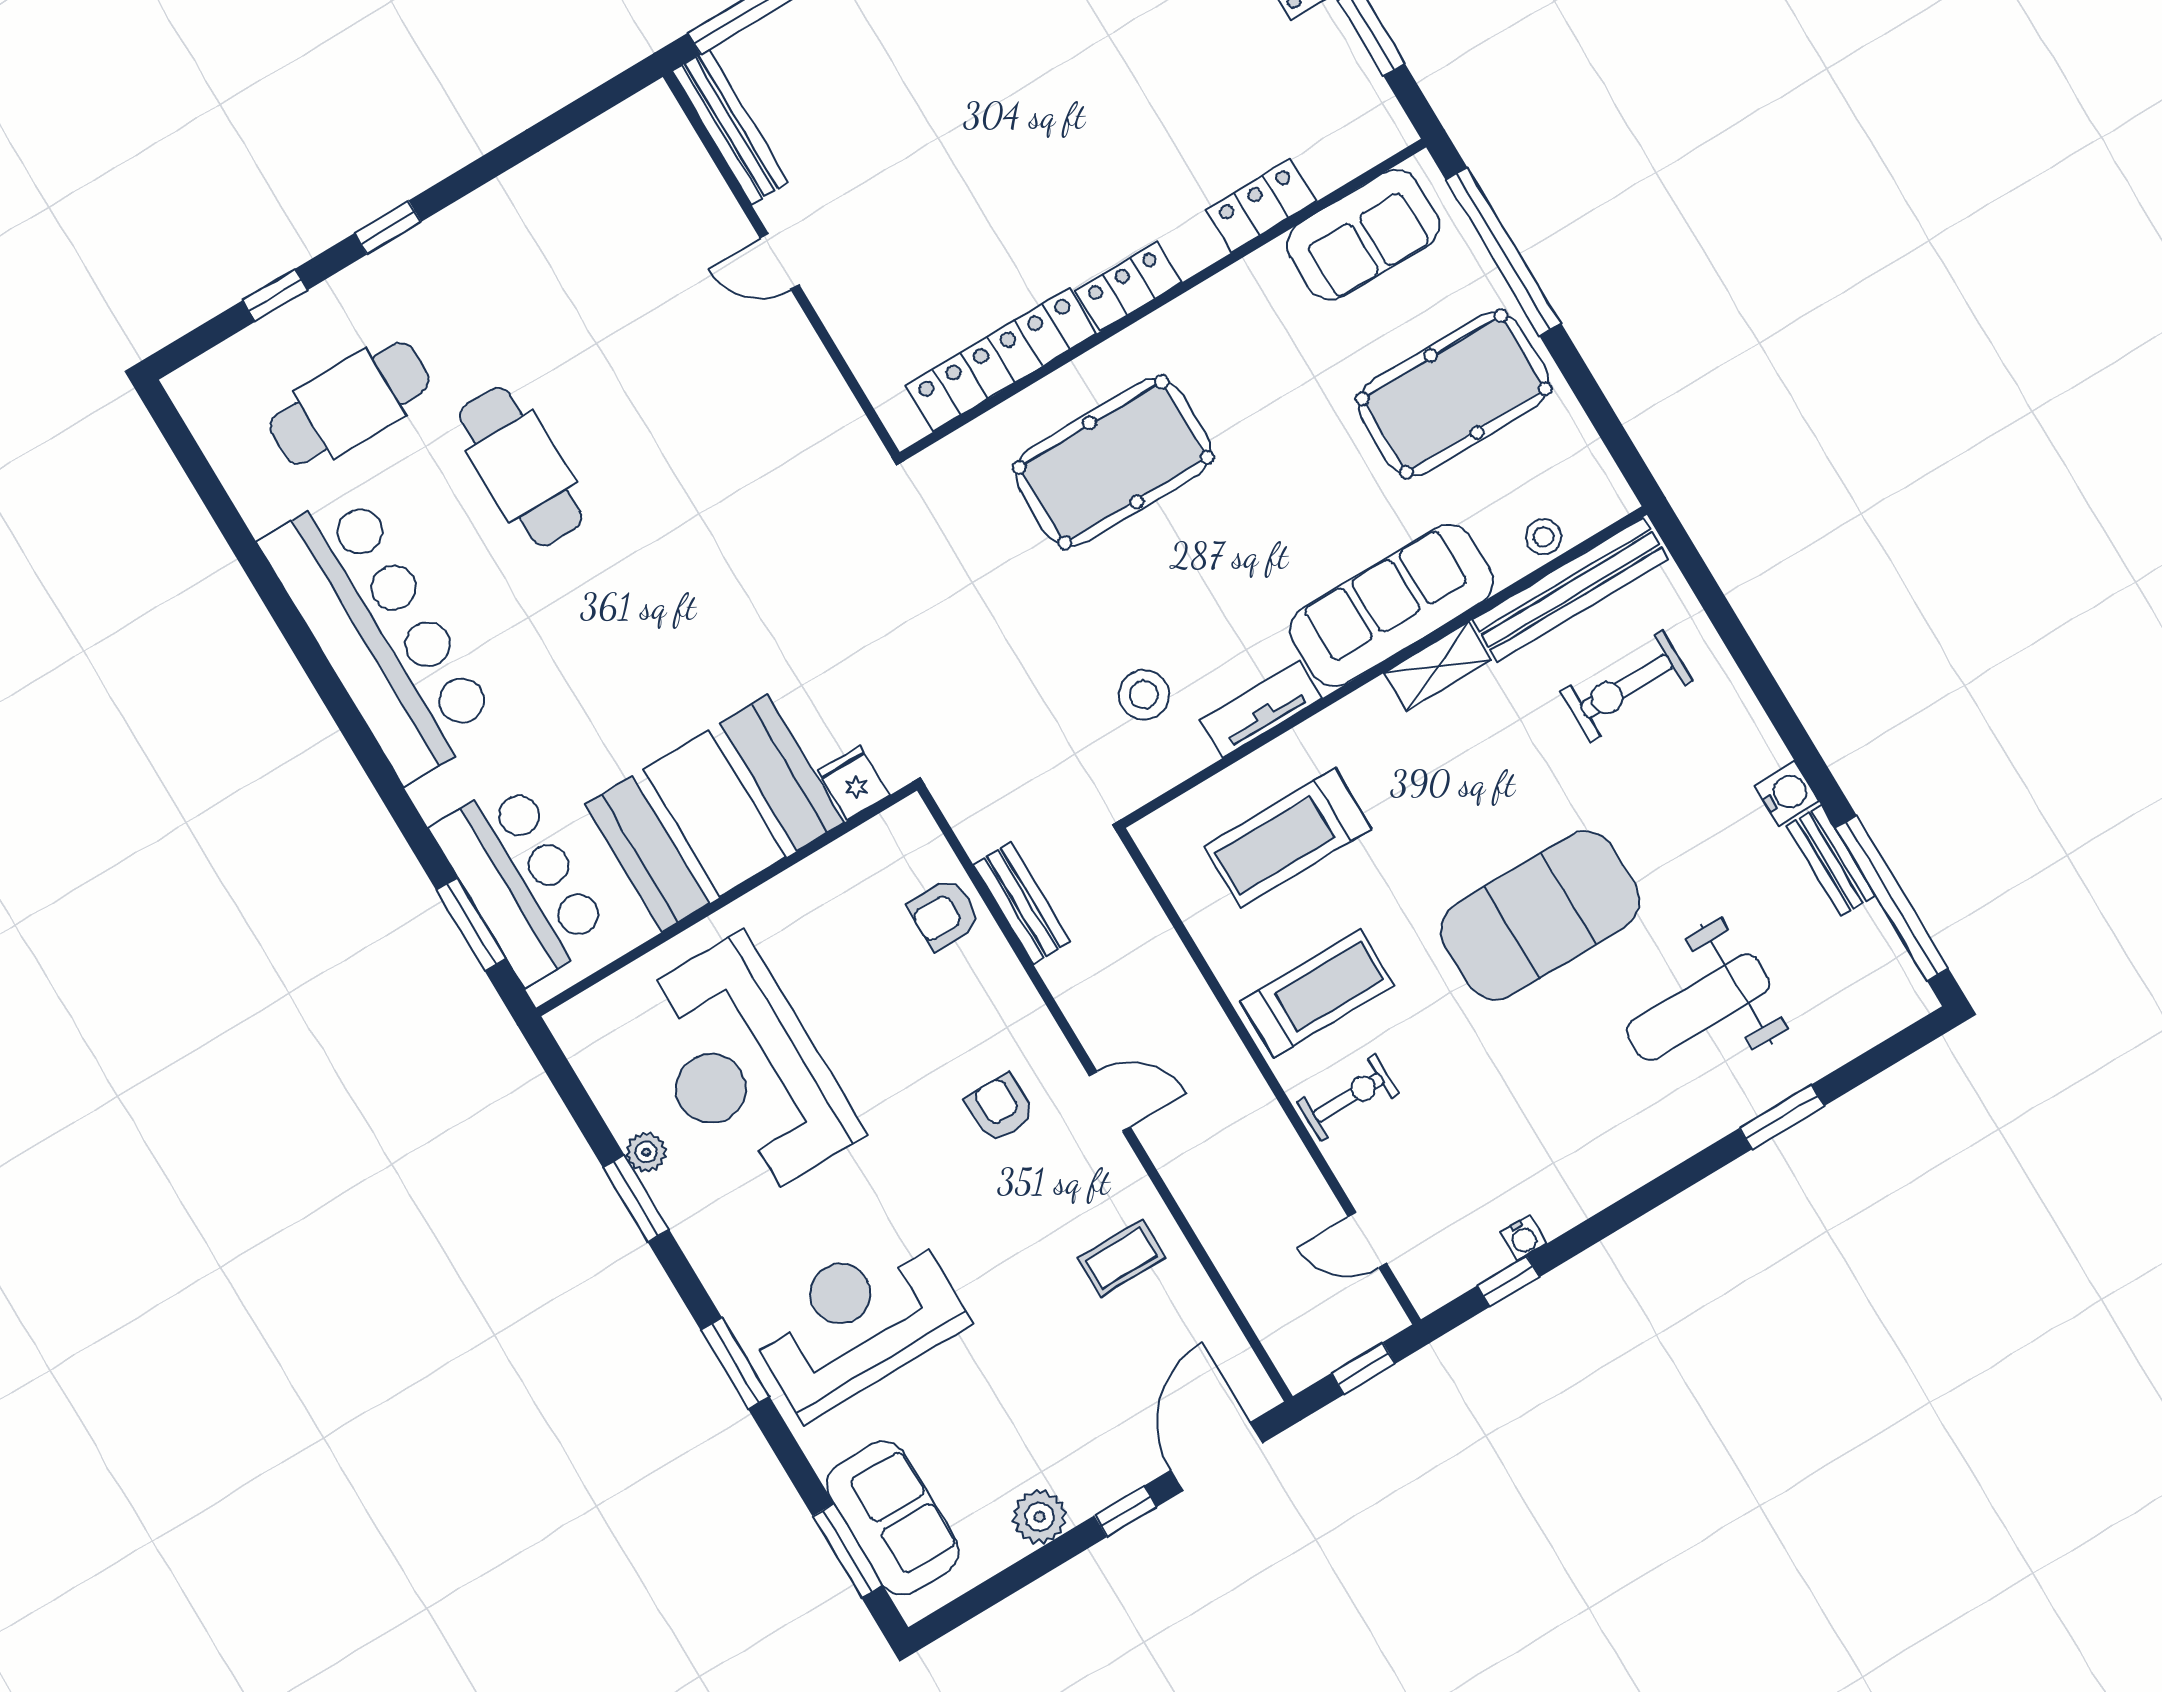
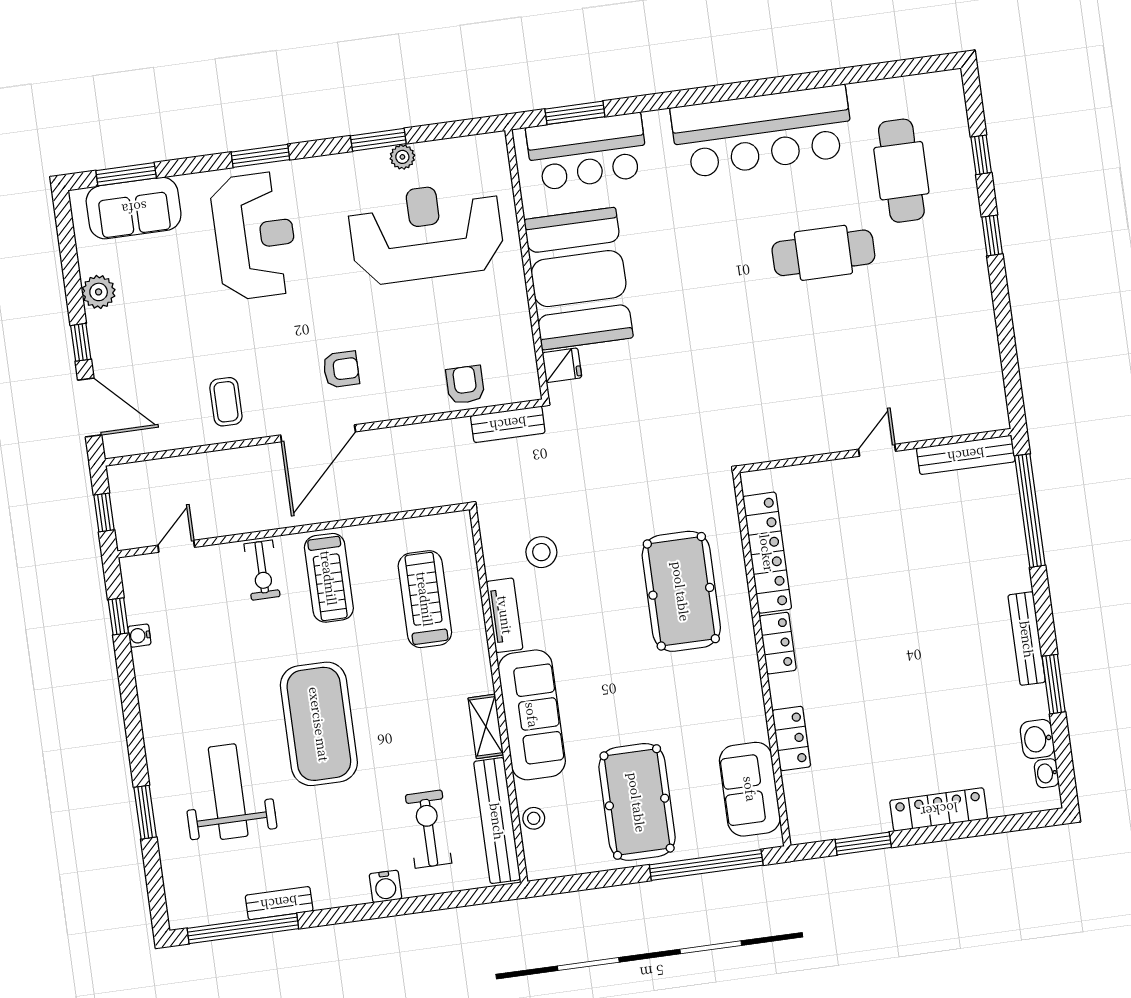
water cooler: (1787, 794) -> (385, 886), moved
bench: (1022, 903) -> (508, 424), moved
door: (1110, 1101) -> (318, 433), width x1.88

